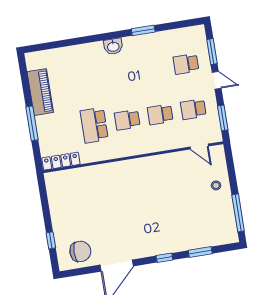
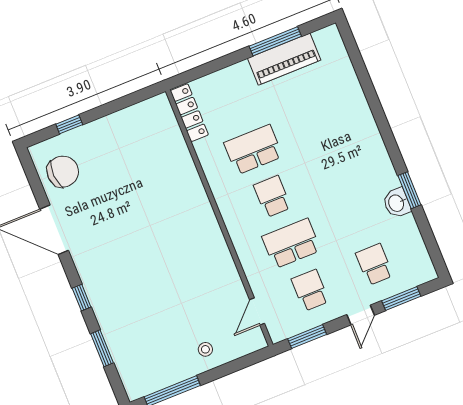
washbasin: (113, 46) -> (397, 203), moved
school desk: (160, 114) -> (291, 243), width x1.85
window: (32, 123) -> (275, 41), moved
chair: (80, 251) -> (63, 172), turned -93

